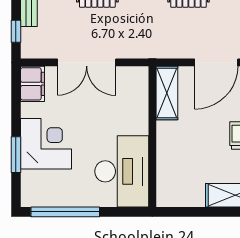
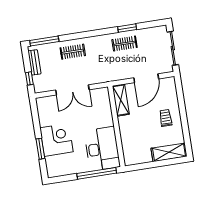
filing cabinet: (33, 84) -> (43, 107), removed
window: (65, 212) -> (97, 173), moved

